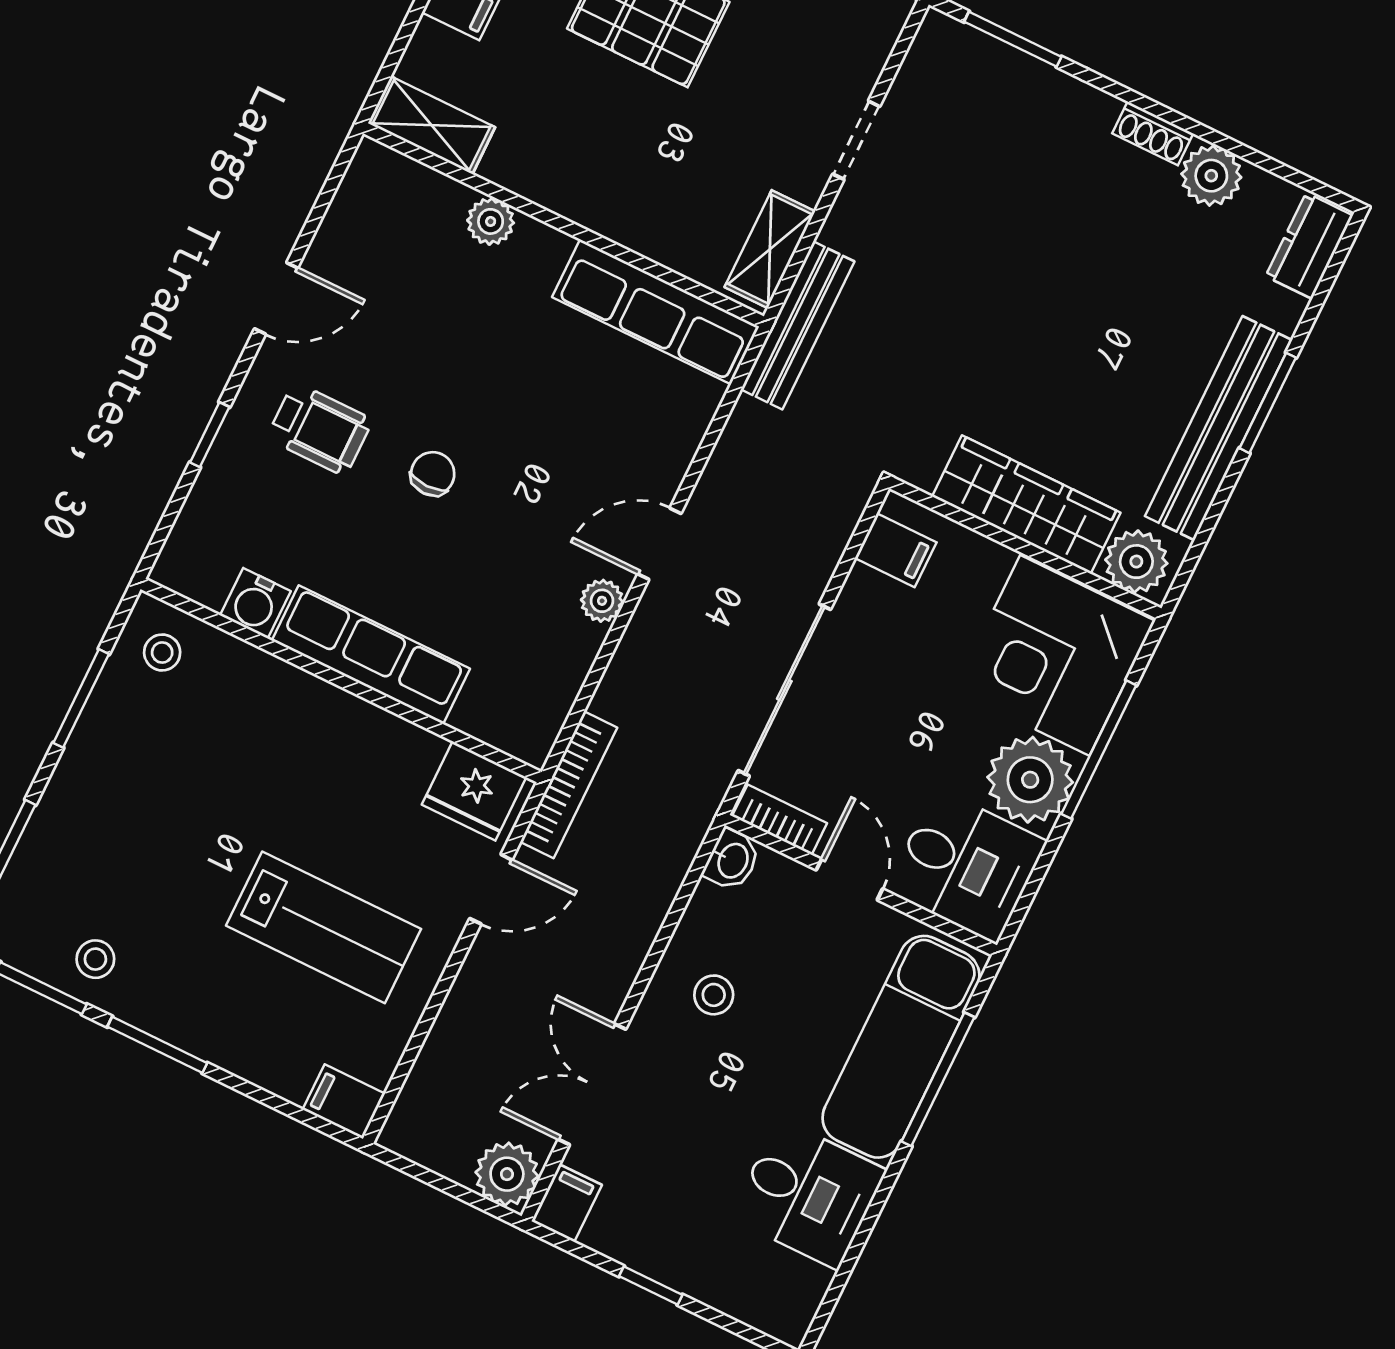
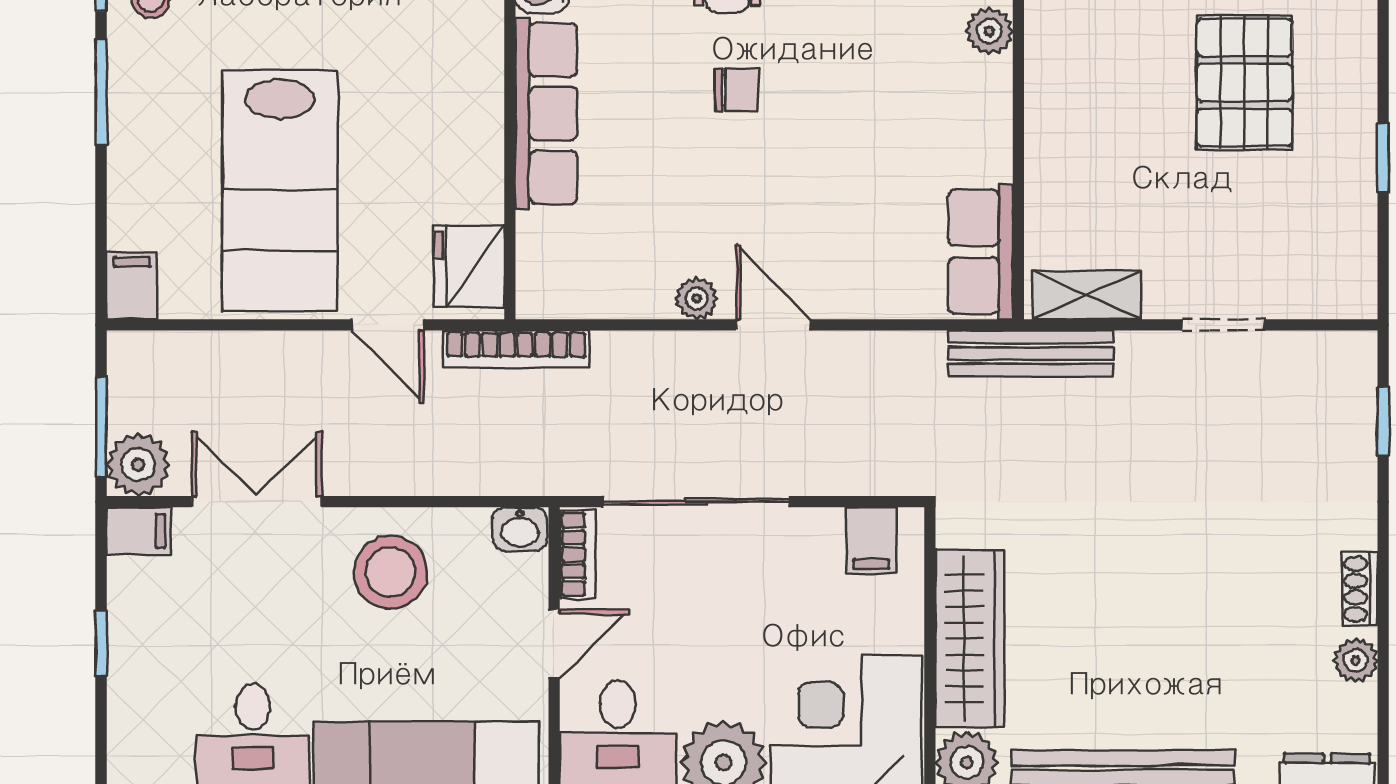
window: (1013, 39) -> (1383, 422), width x0.67
plant: (1211, 176) -> (1356, 660), width x0.73, depth x0.73
row of seats: (656, 312) -> (981, 252), width x0.68
lab bench: (324, 927) -> (280, 191), width x1.36, depth x1.39
stool: (714, 995) -> (391, 572), width x1.89, depth x1.89
window: (457, 1191) -> (101, 427), added

